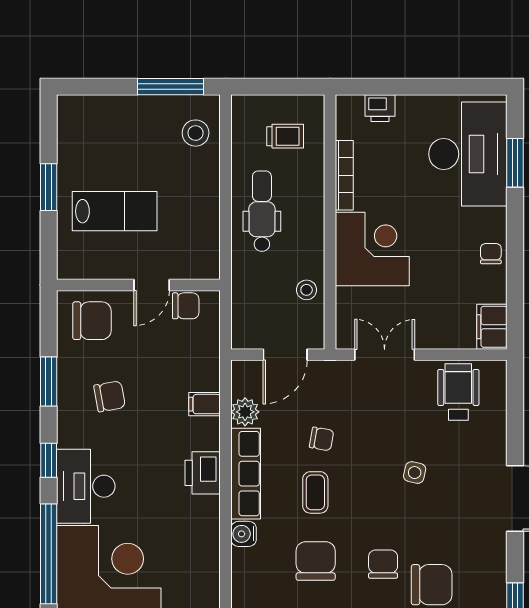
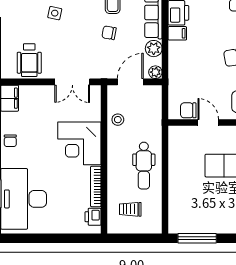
printer: (380, 108) -> (93, 217), moved, turned -90
stool: (196, 133) -> (183, 211), removed
door: (152, 285) -> (208, 123), hinge flipped
plant: (242, 371) -> (155, 72), added
filing cabinet: (205, 404) -> (177, 33), moved

